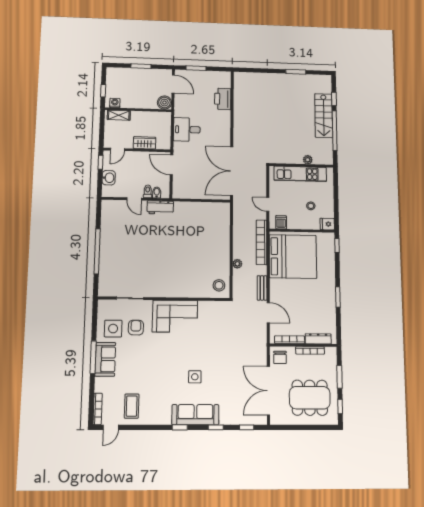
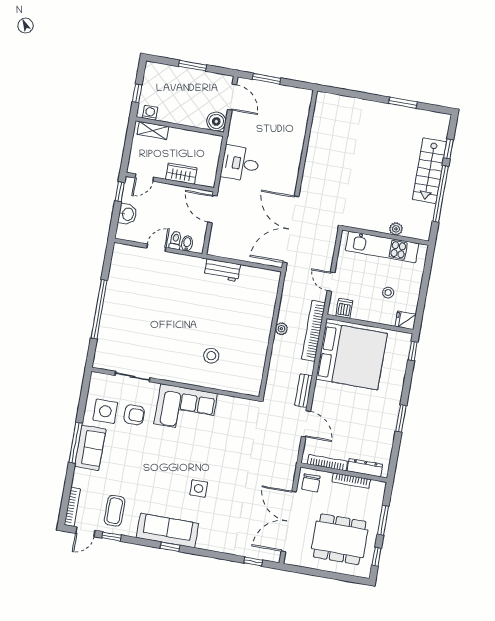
printer: (223, 99) -> (296, 127), removed
door: (134, 199) -> (156, 248), swing flipped
workbench: (160, 207) -> (222, 270), moved
plant: (237, 264) -> (281, 329), moved
stool: (219, 285) -> (211, 356), moved
armchair: (136, 328) -> (134, 415), turned 90
sofa: (195, 415) -> (167, 531), moved
window: (216, 427) -> (112, 536), moved

